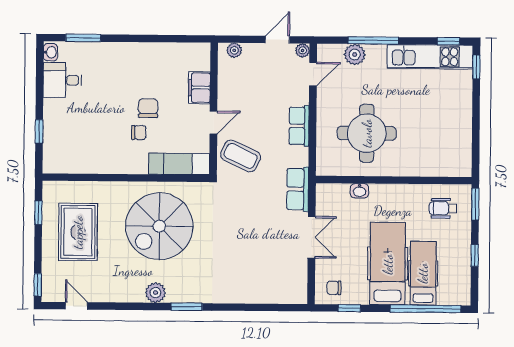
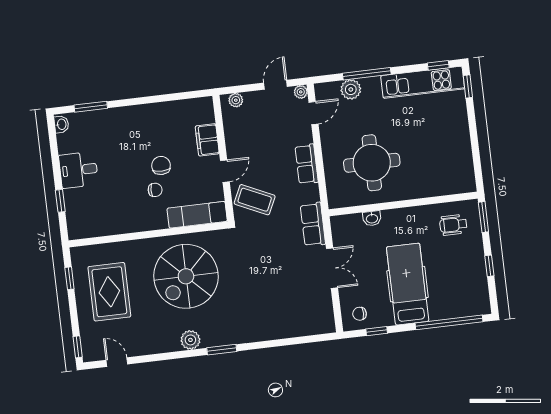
desk: (62, 80) -> (78, 170), moved
hospital bed: (423, 273) -> (443, 289), removed

